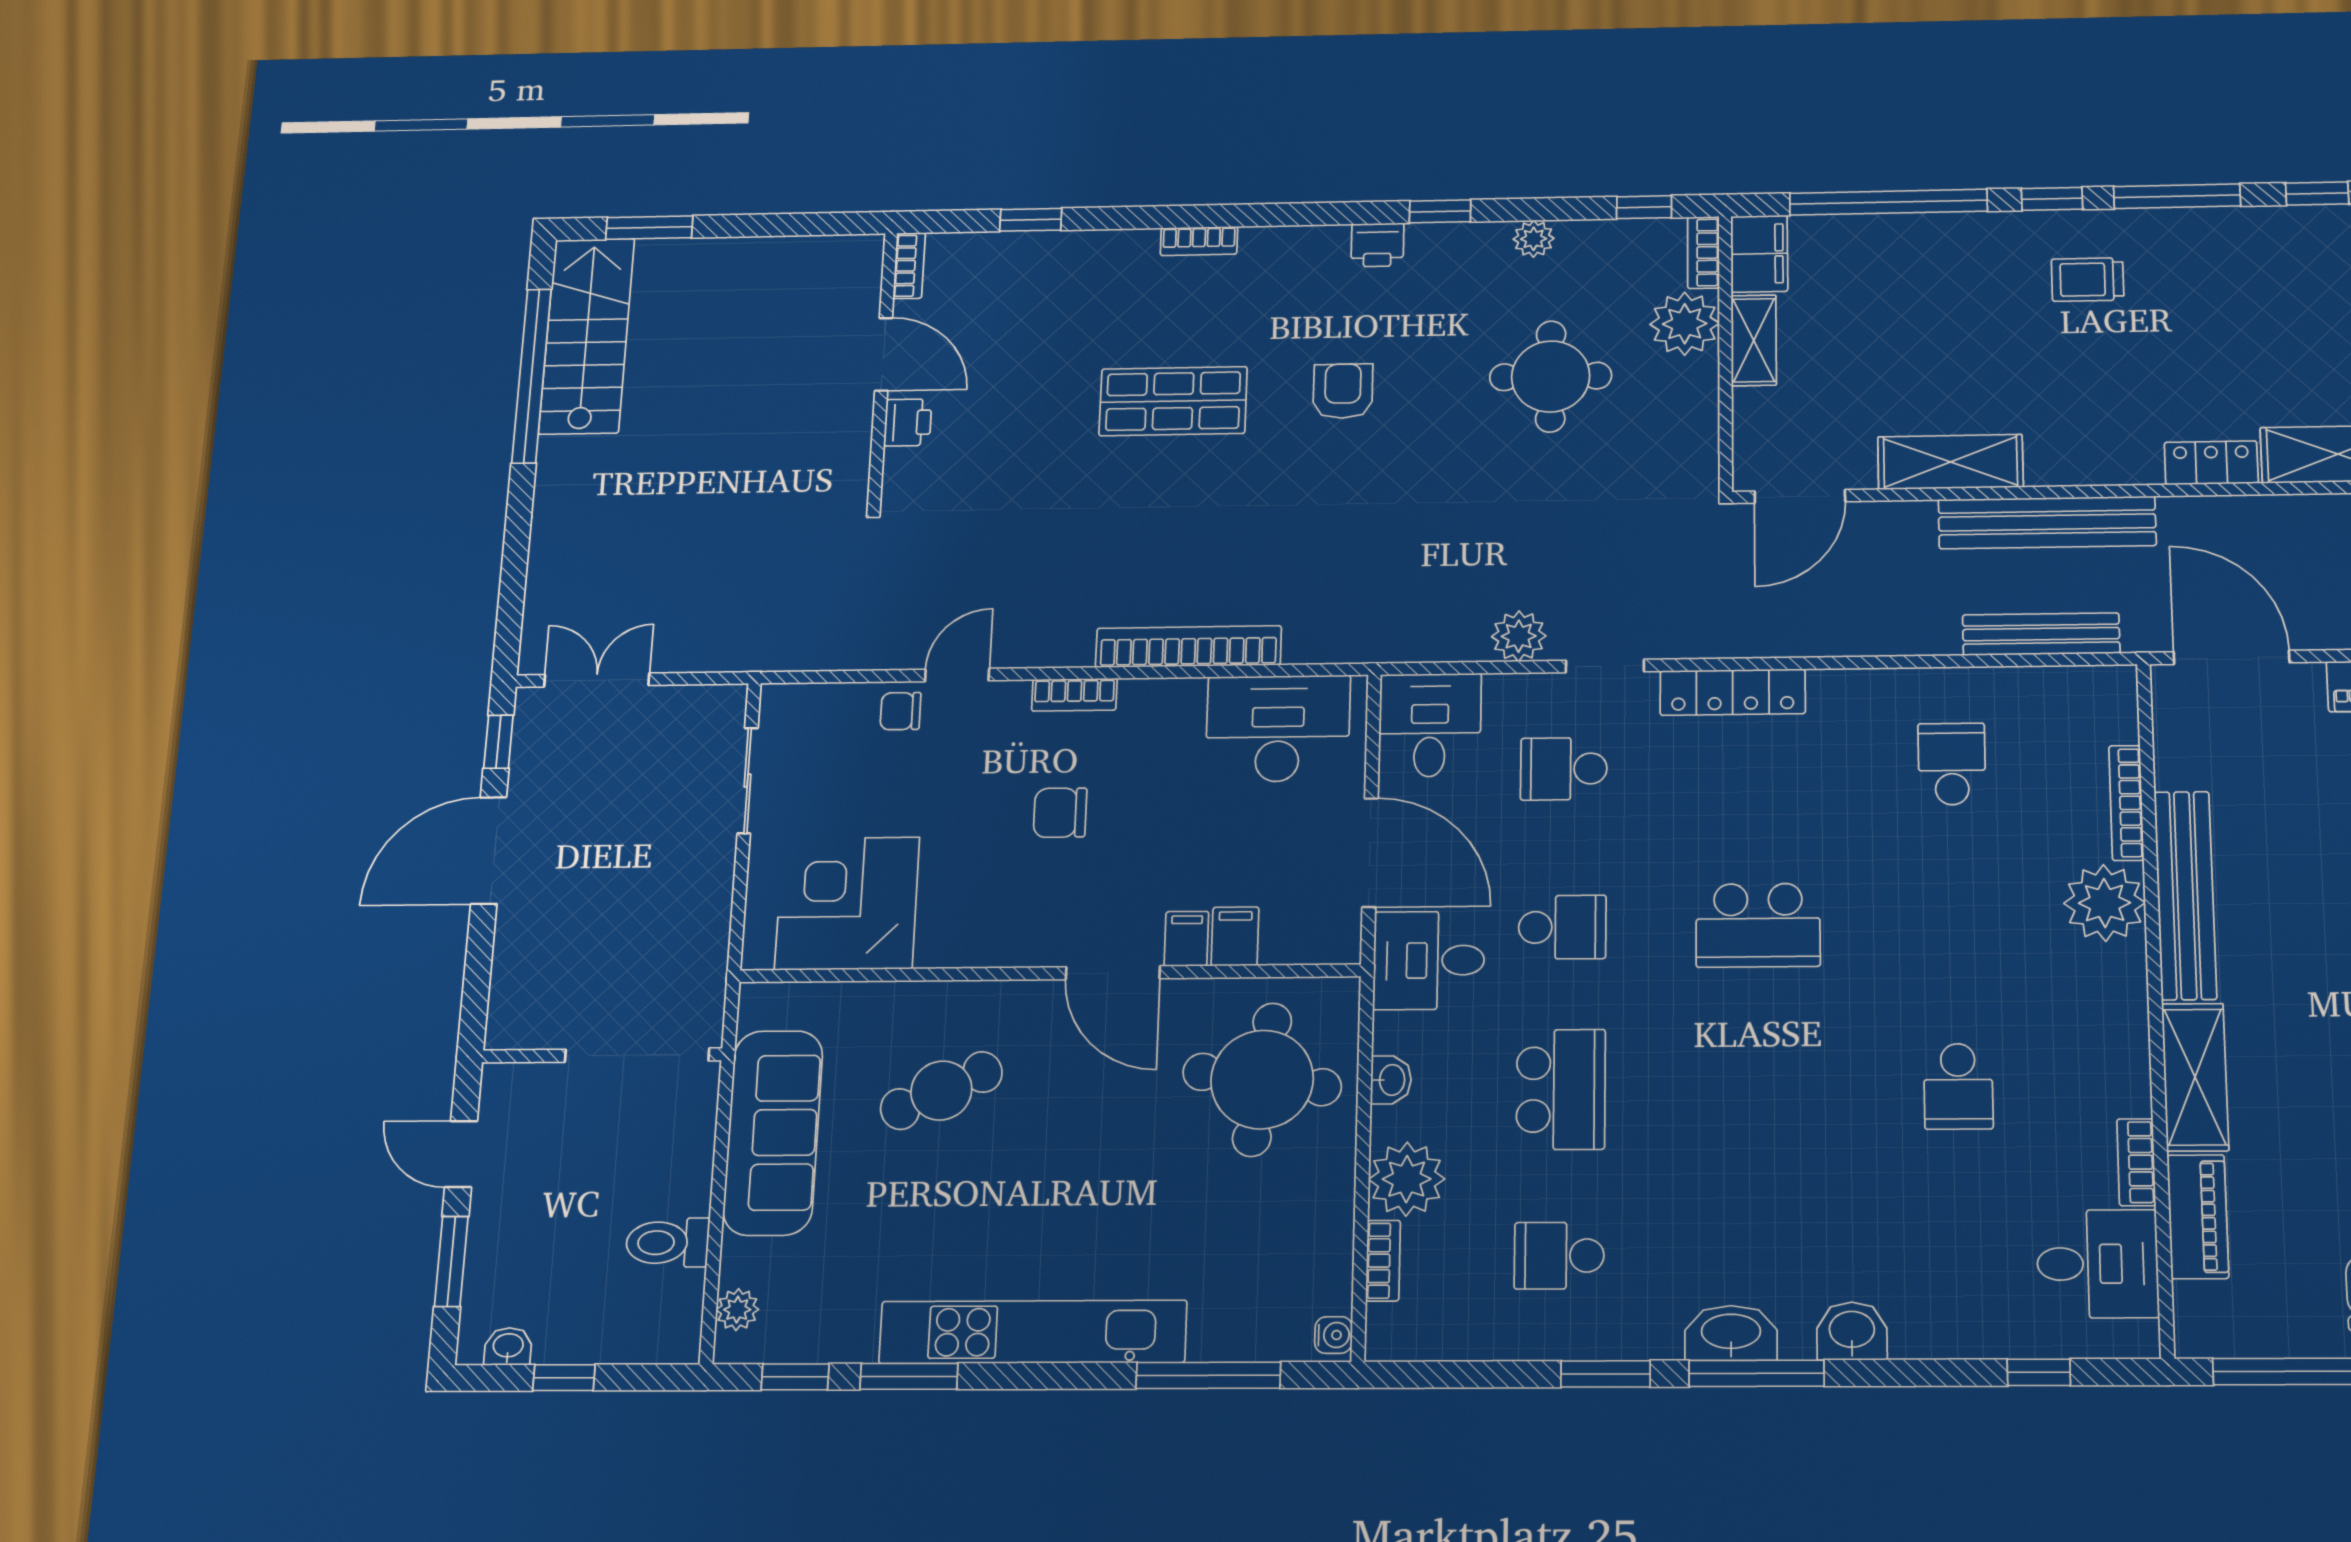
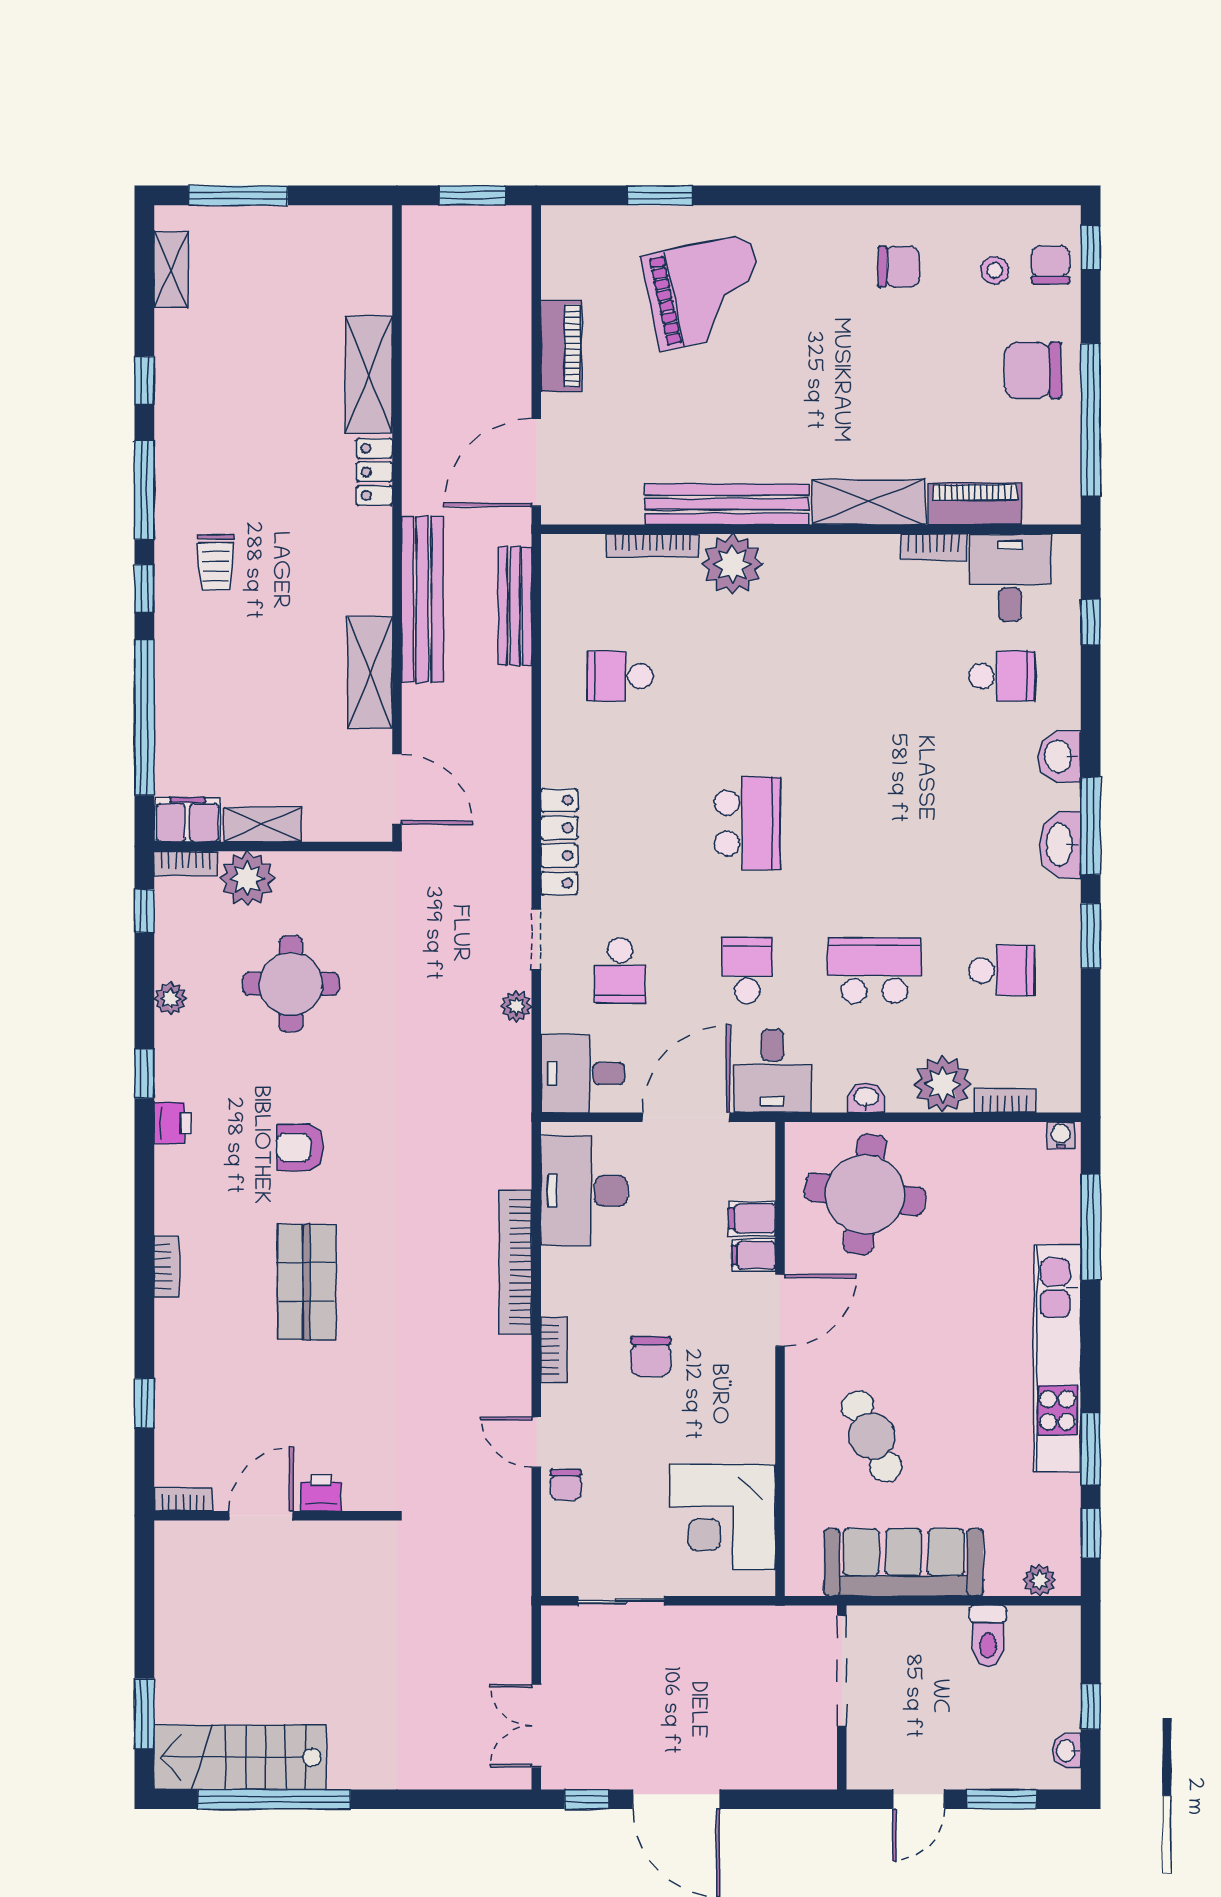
plant: (1519, 636) -> (516, 1006), width x0.73, depth x0.73
school desk: (1958, 1086) -> (1002, 676), moved
school desk: (1559, 1256) -> (1002, 970), turned -90

